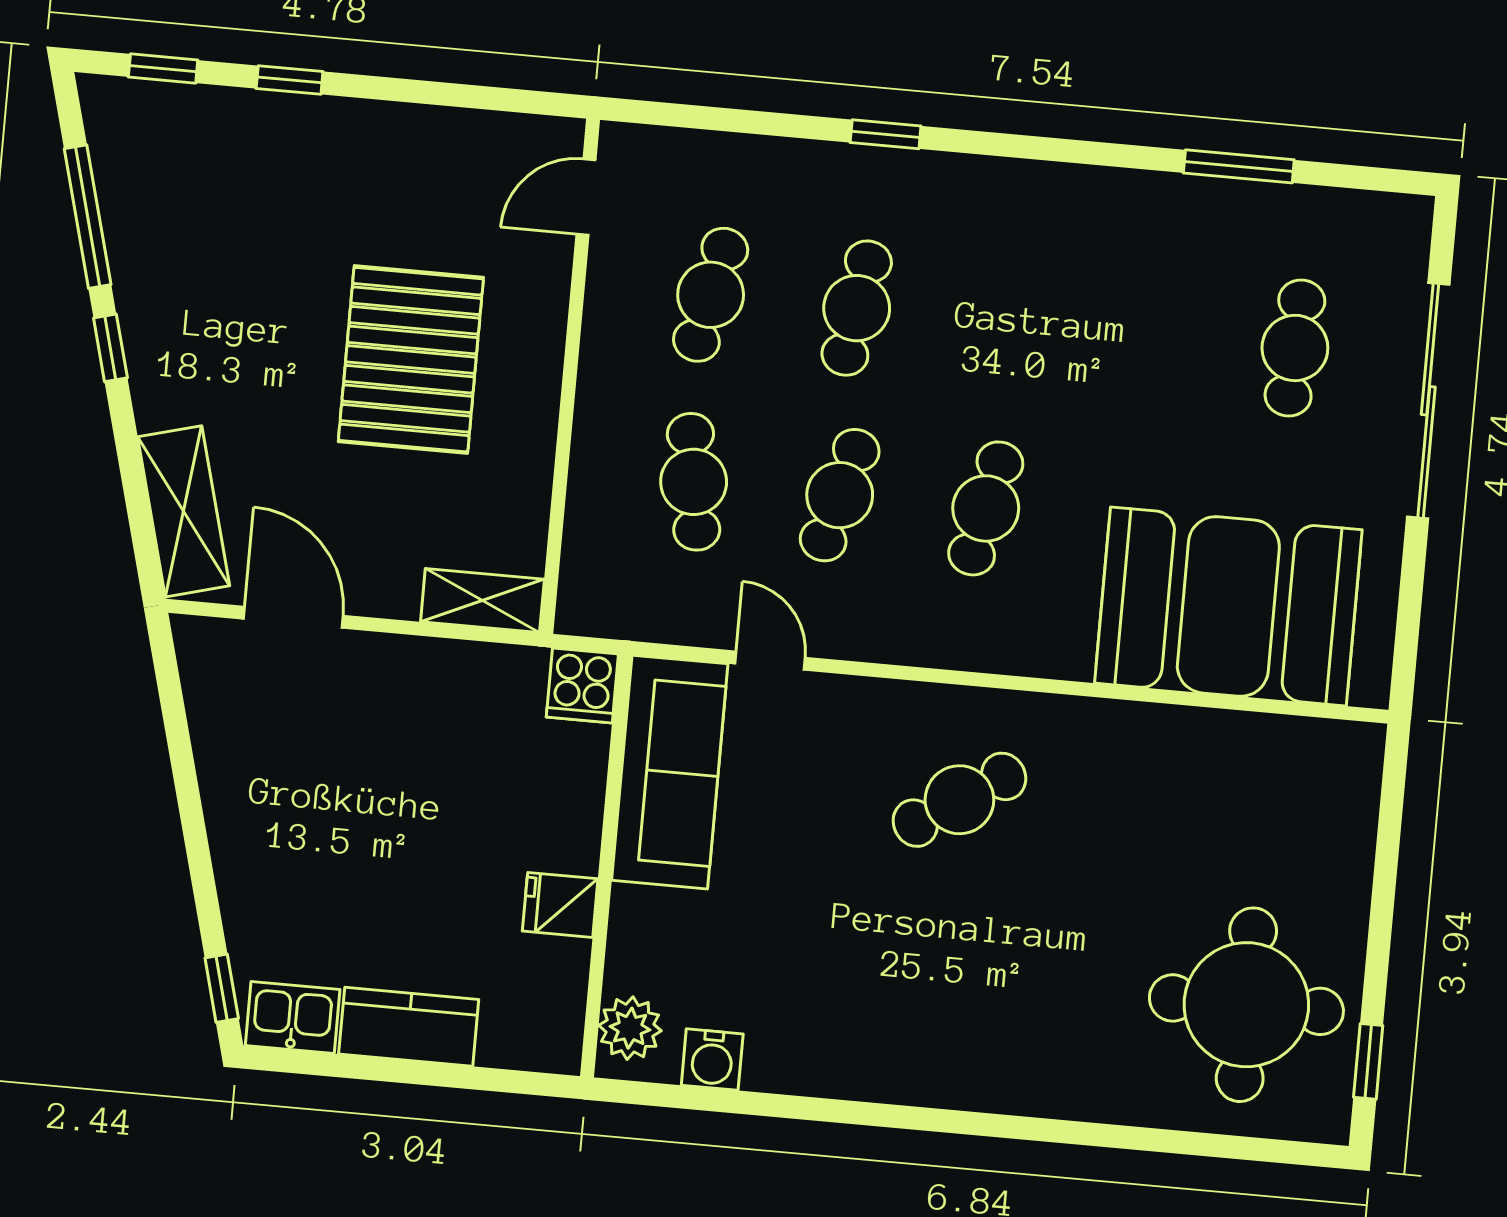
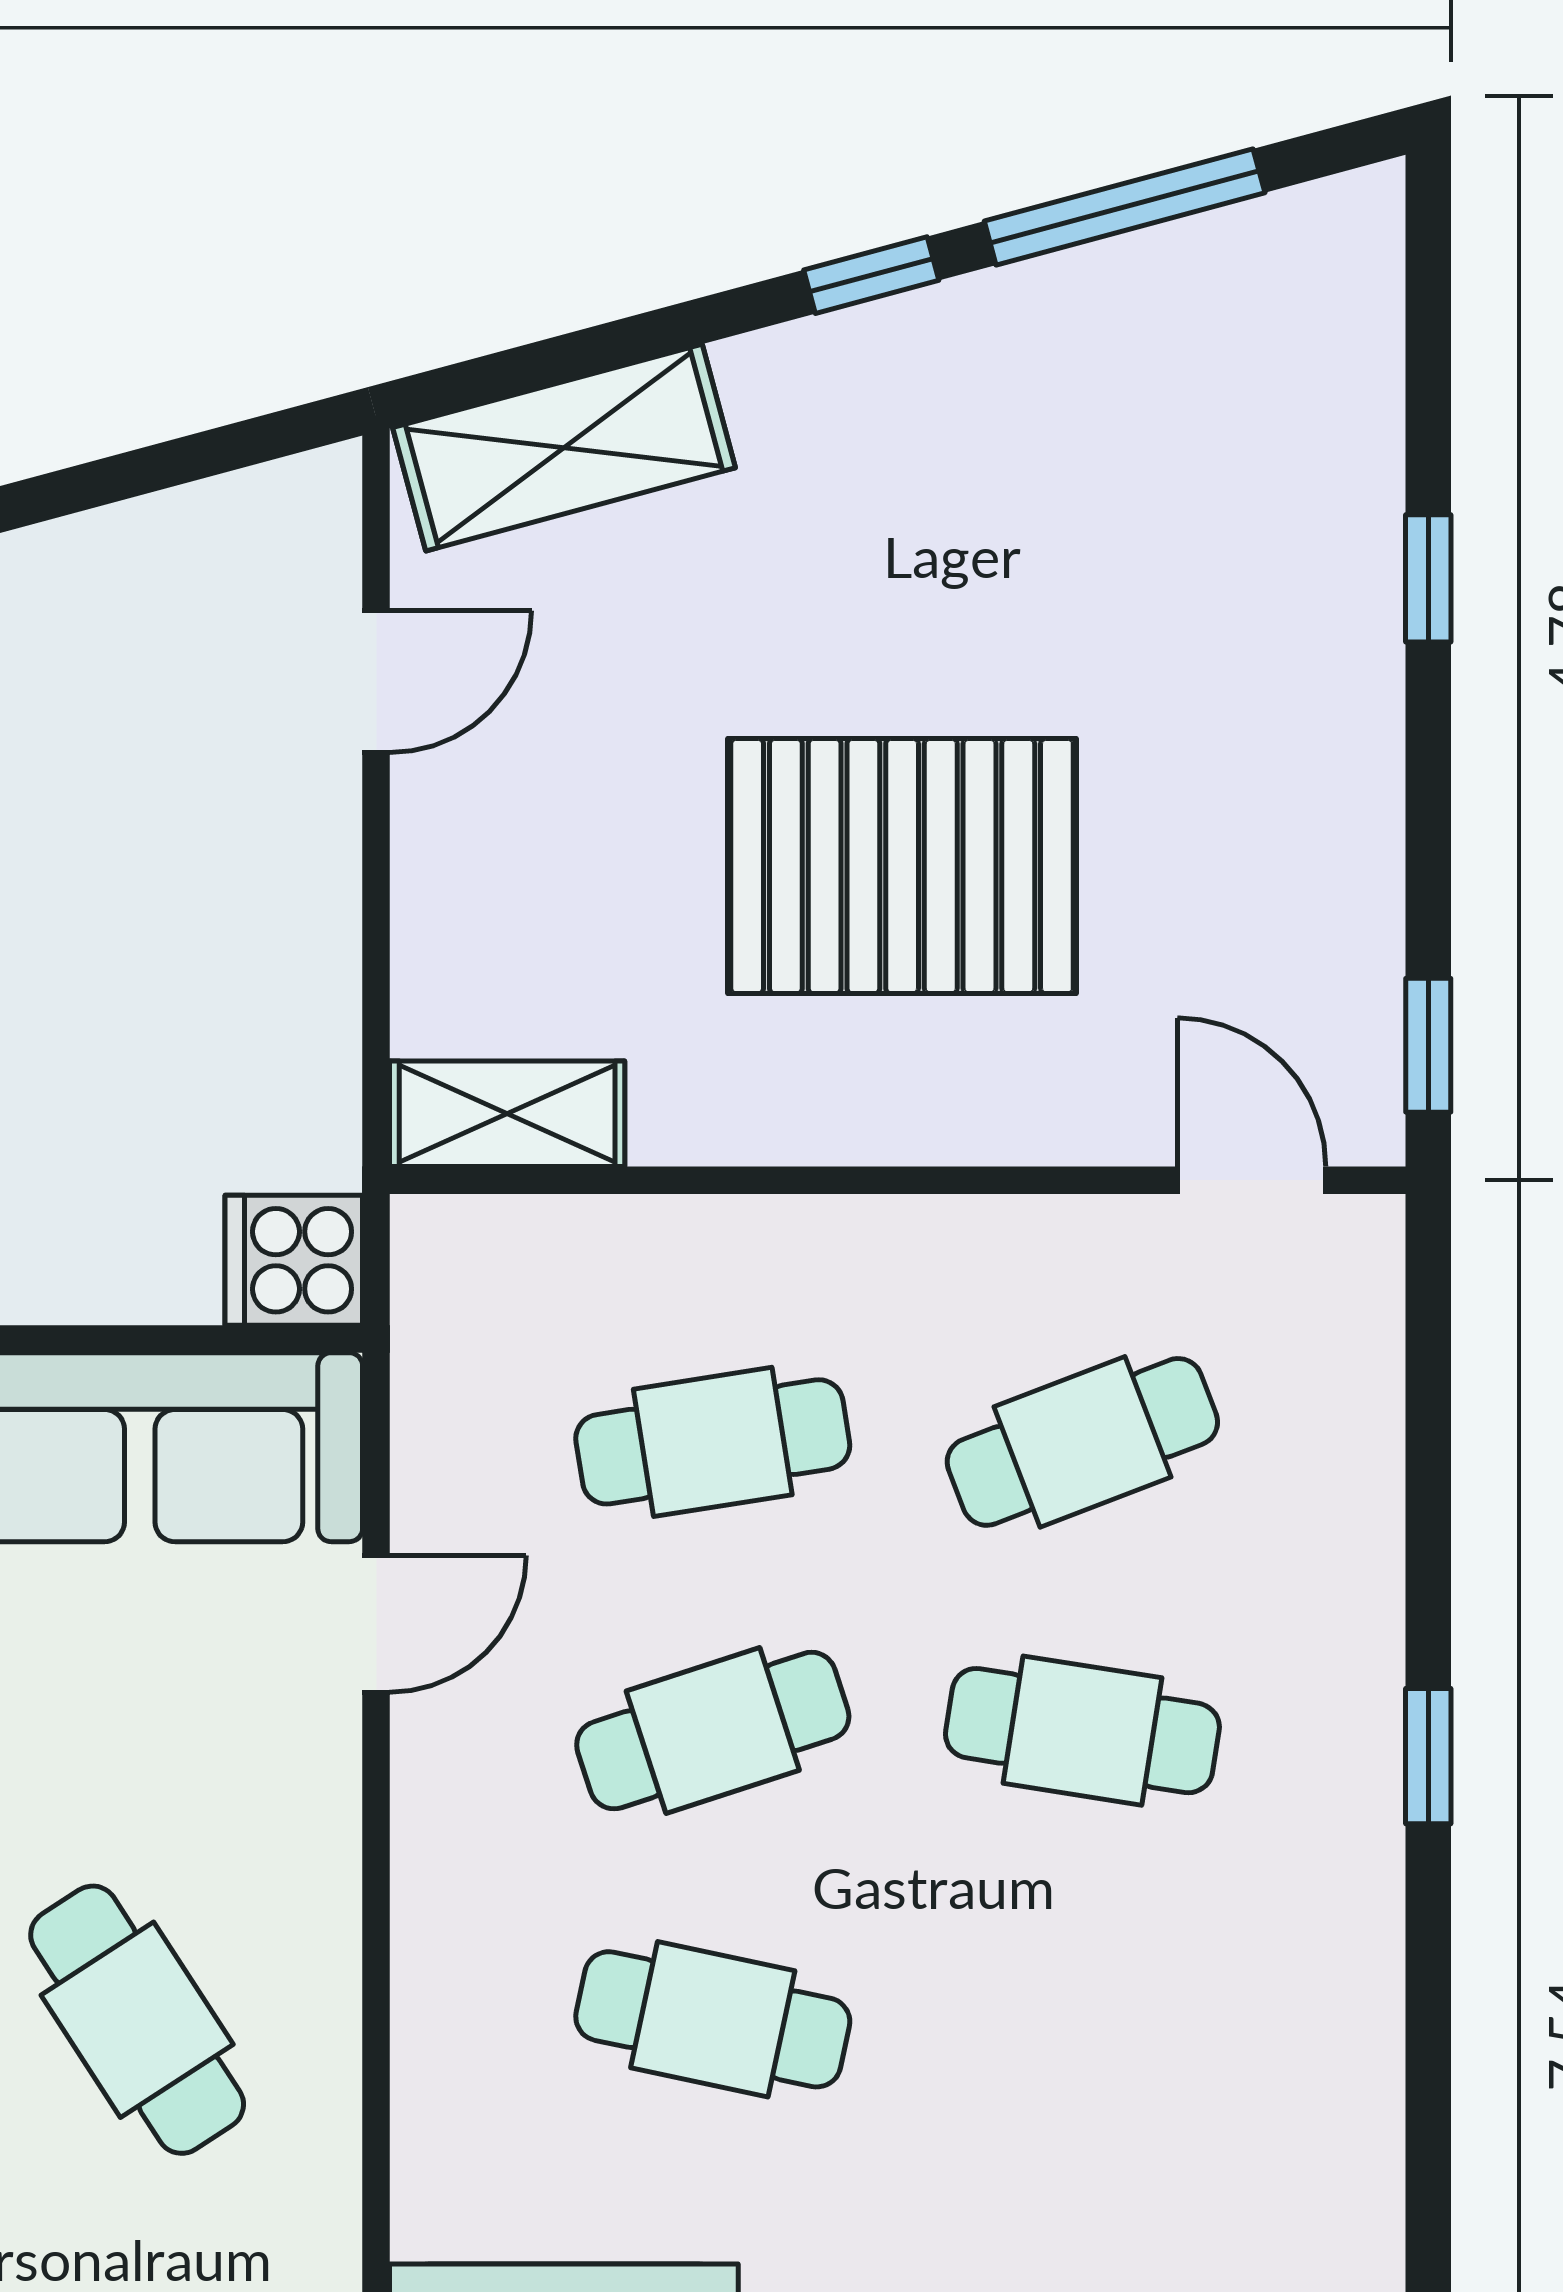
window: (163, 69) -> (1428, 1045), moved
cafe table: (711, 295) -> (1082, 1442), turned -33
cafe table: (840, 495) -> (713, 1731), turned -33
shelving: (482, 601) -> (507, 1114), moved, turned 90
door: (293, 617) -> (376, 682), width x0.73

